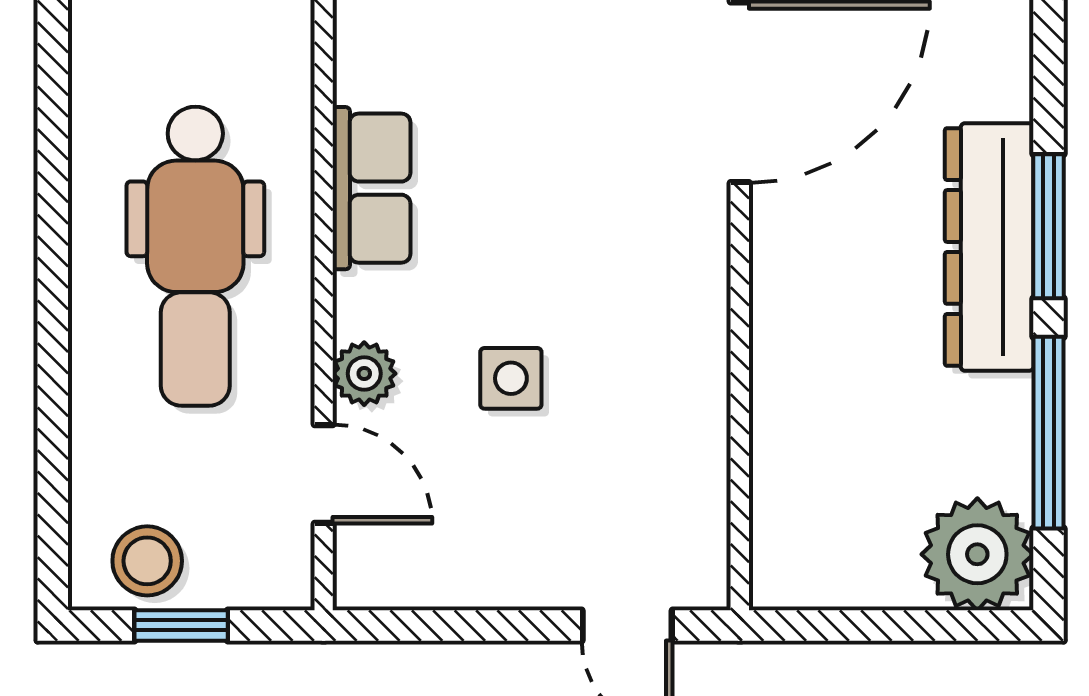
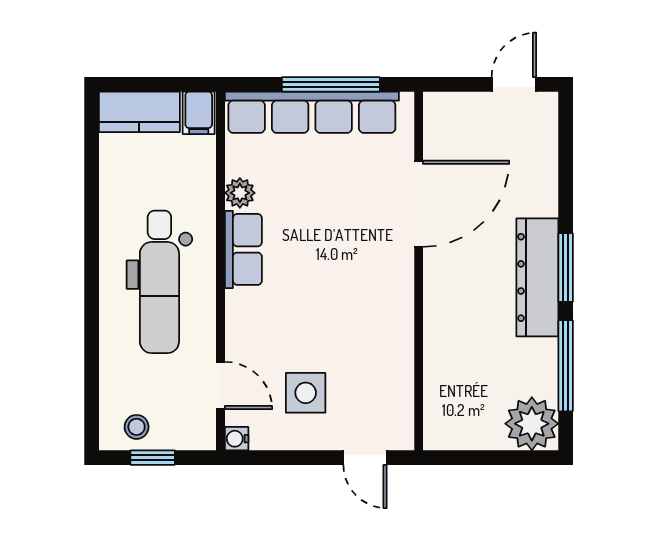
plant: (364, 374) -> (240, 193), moved
side table: (511, 378) -> (306, 393), moved, width x1.37, depth x1.37
stool: (147, 561) -> (137, 427), width x0.73, depth x0.73
water cooler: (357, 586) -> (237, 439), added

